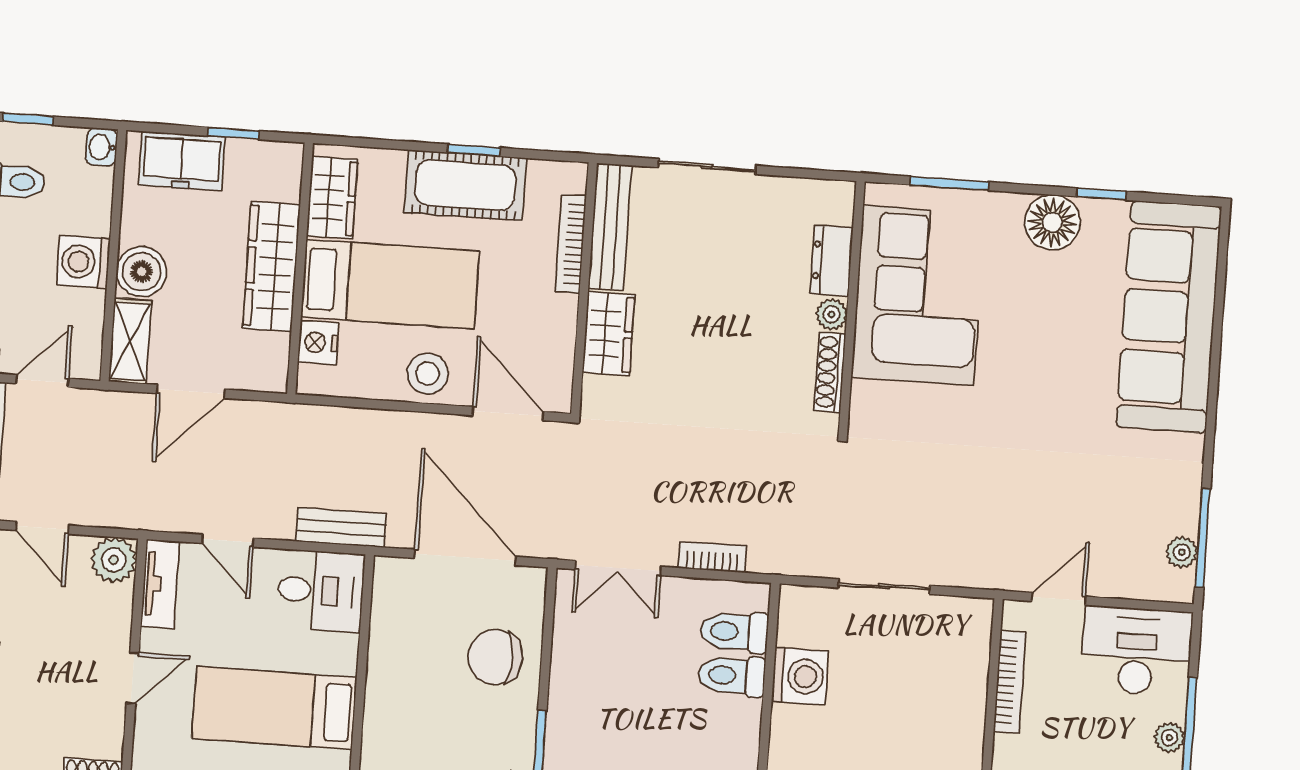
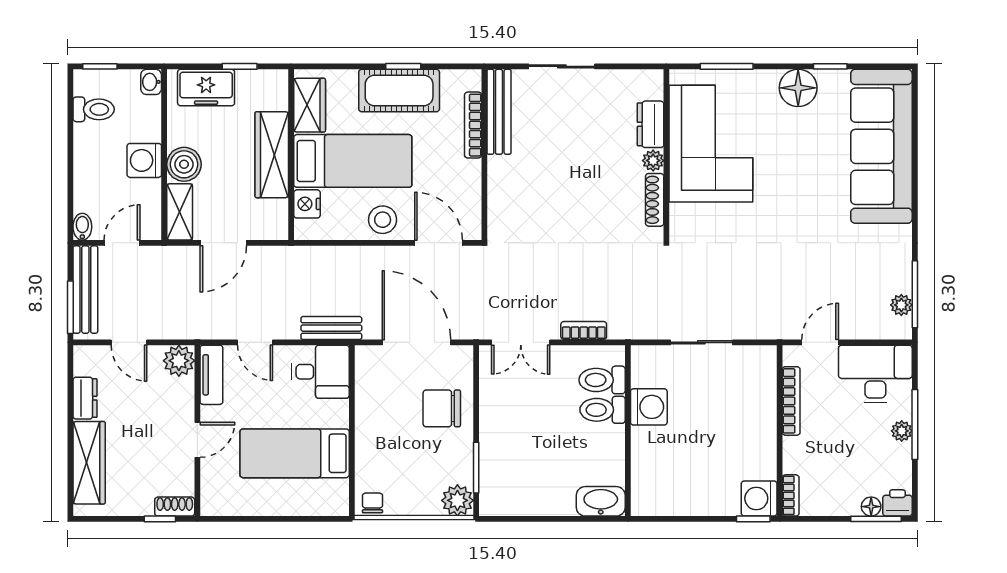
wardrobe: (609, 334) -> (503, 184), removed

